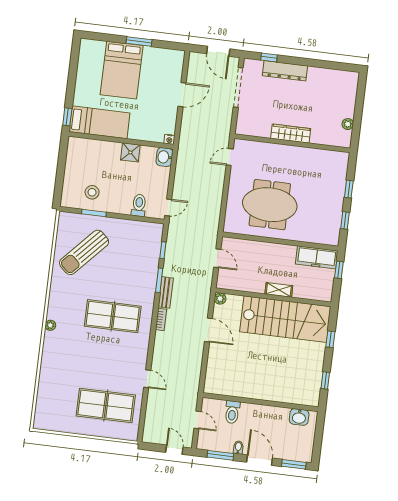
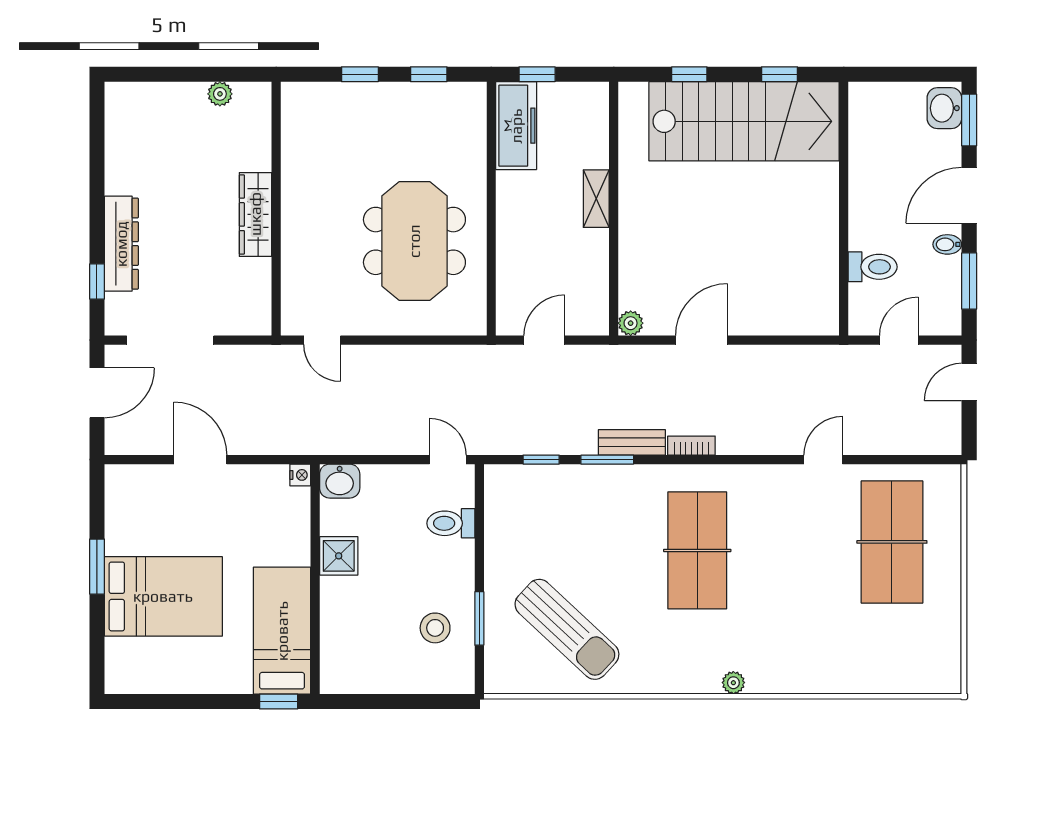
stairs: (285, 319) -> (744, 121), moved, turned 90
washbasin: (299, 417) -> (944, 108), moved, turned 180

